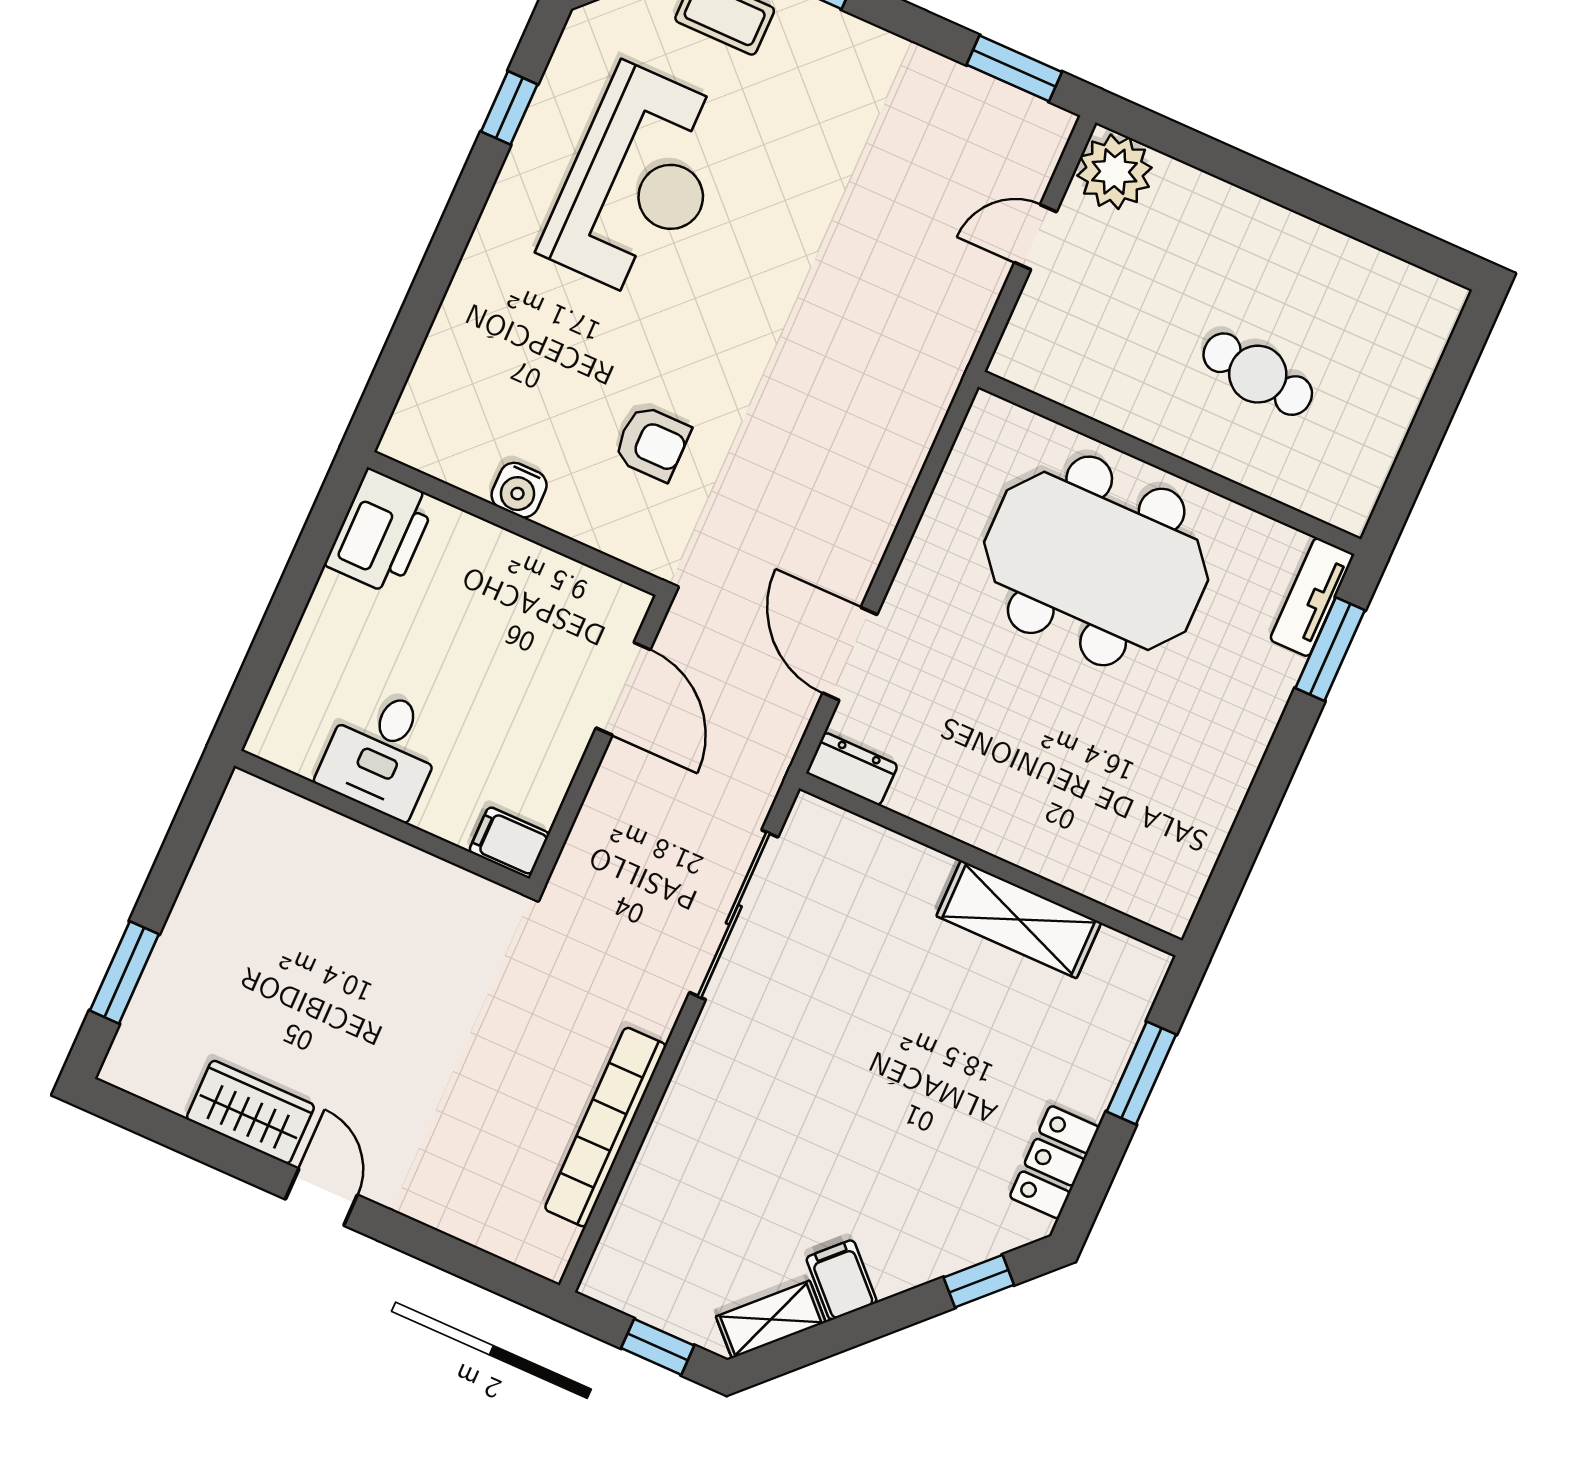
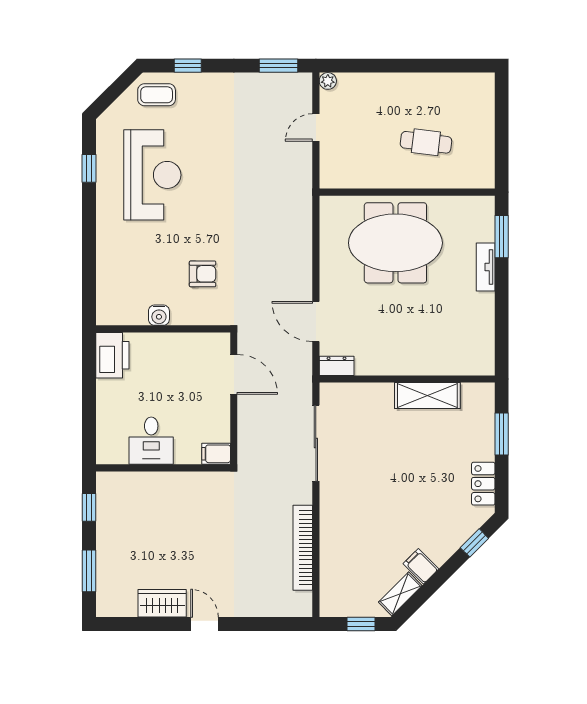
plant: (1114, 172) -> (328, 81), width x0.53, depth x0.53
tv unit: (1312, 597) -> (486, 267), moved
window: (185, 836) -> (89, 507), added

